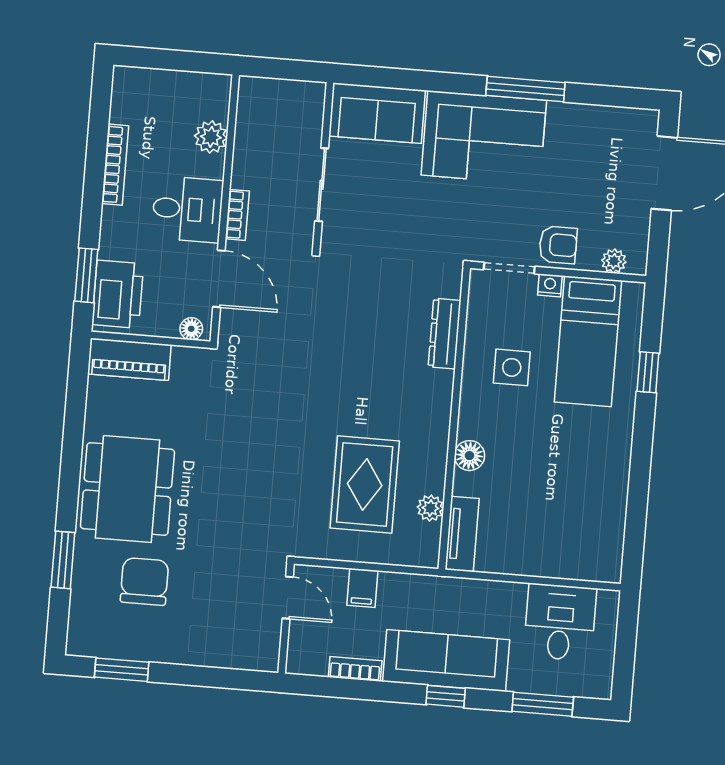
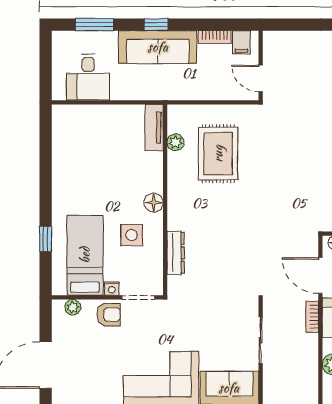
armchair: (558, 245) -> (109, 315), turned 180
floor lamp: (469, 456) -> (154, 203), moved
filing cabinet: (362, 588) -> (241, 42), moved, turned 180

